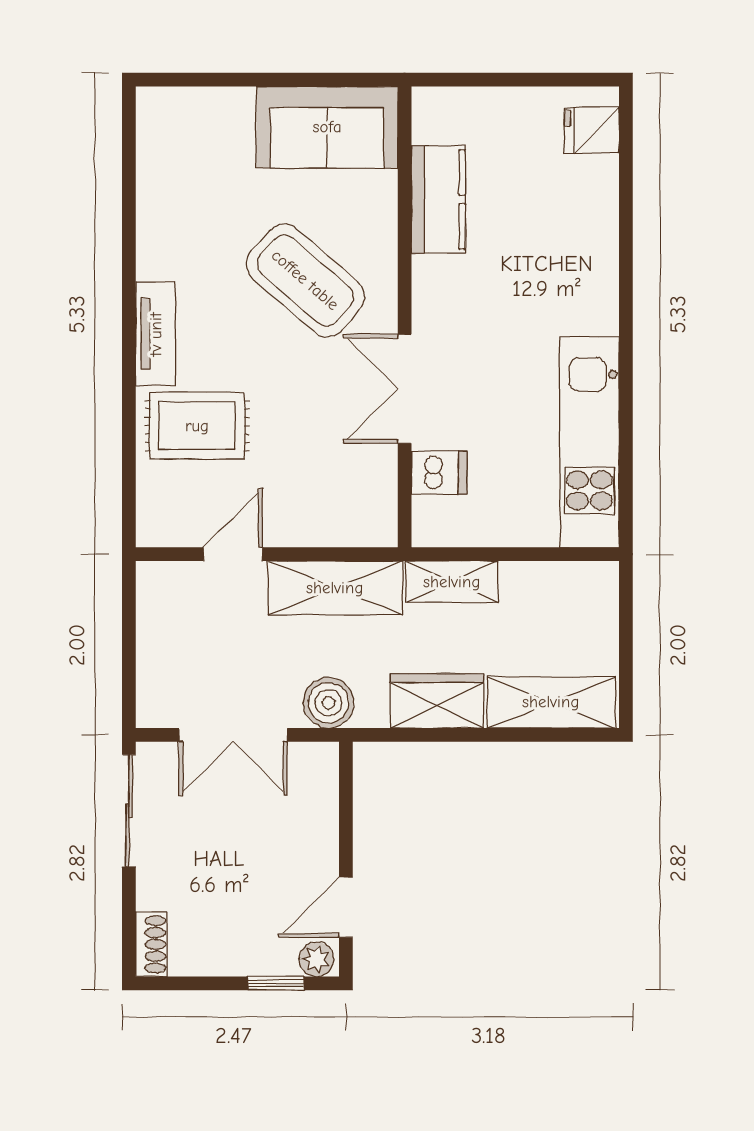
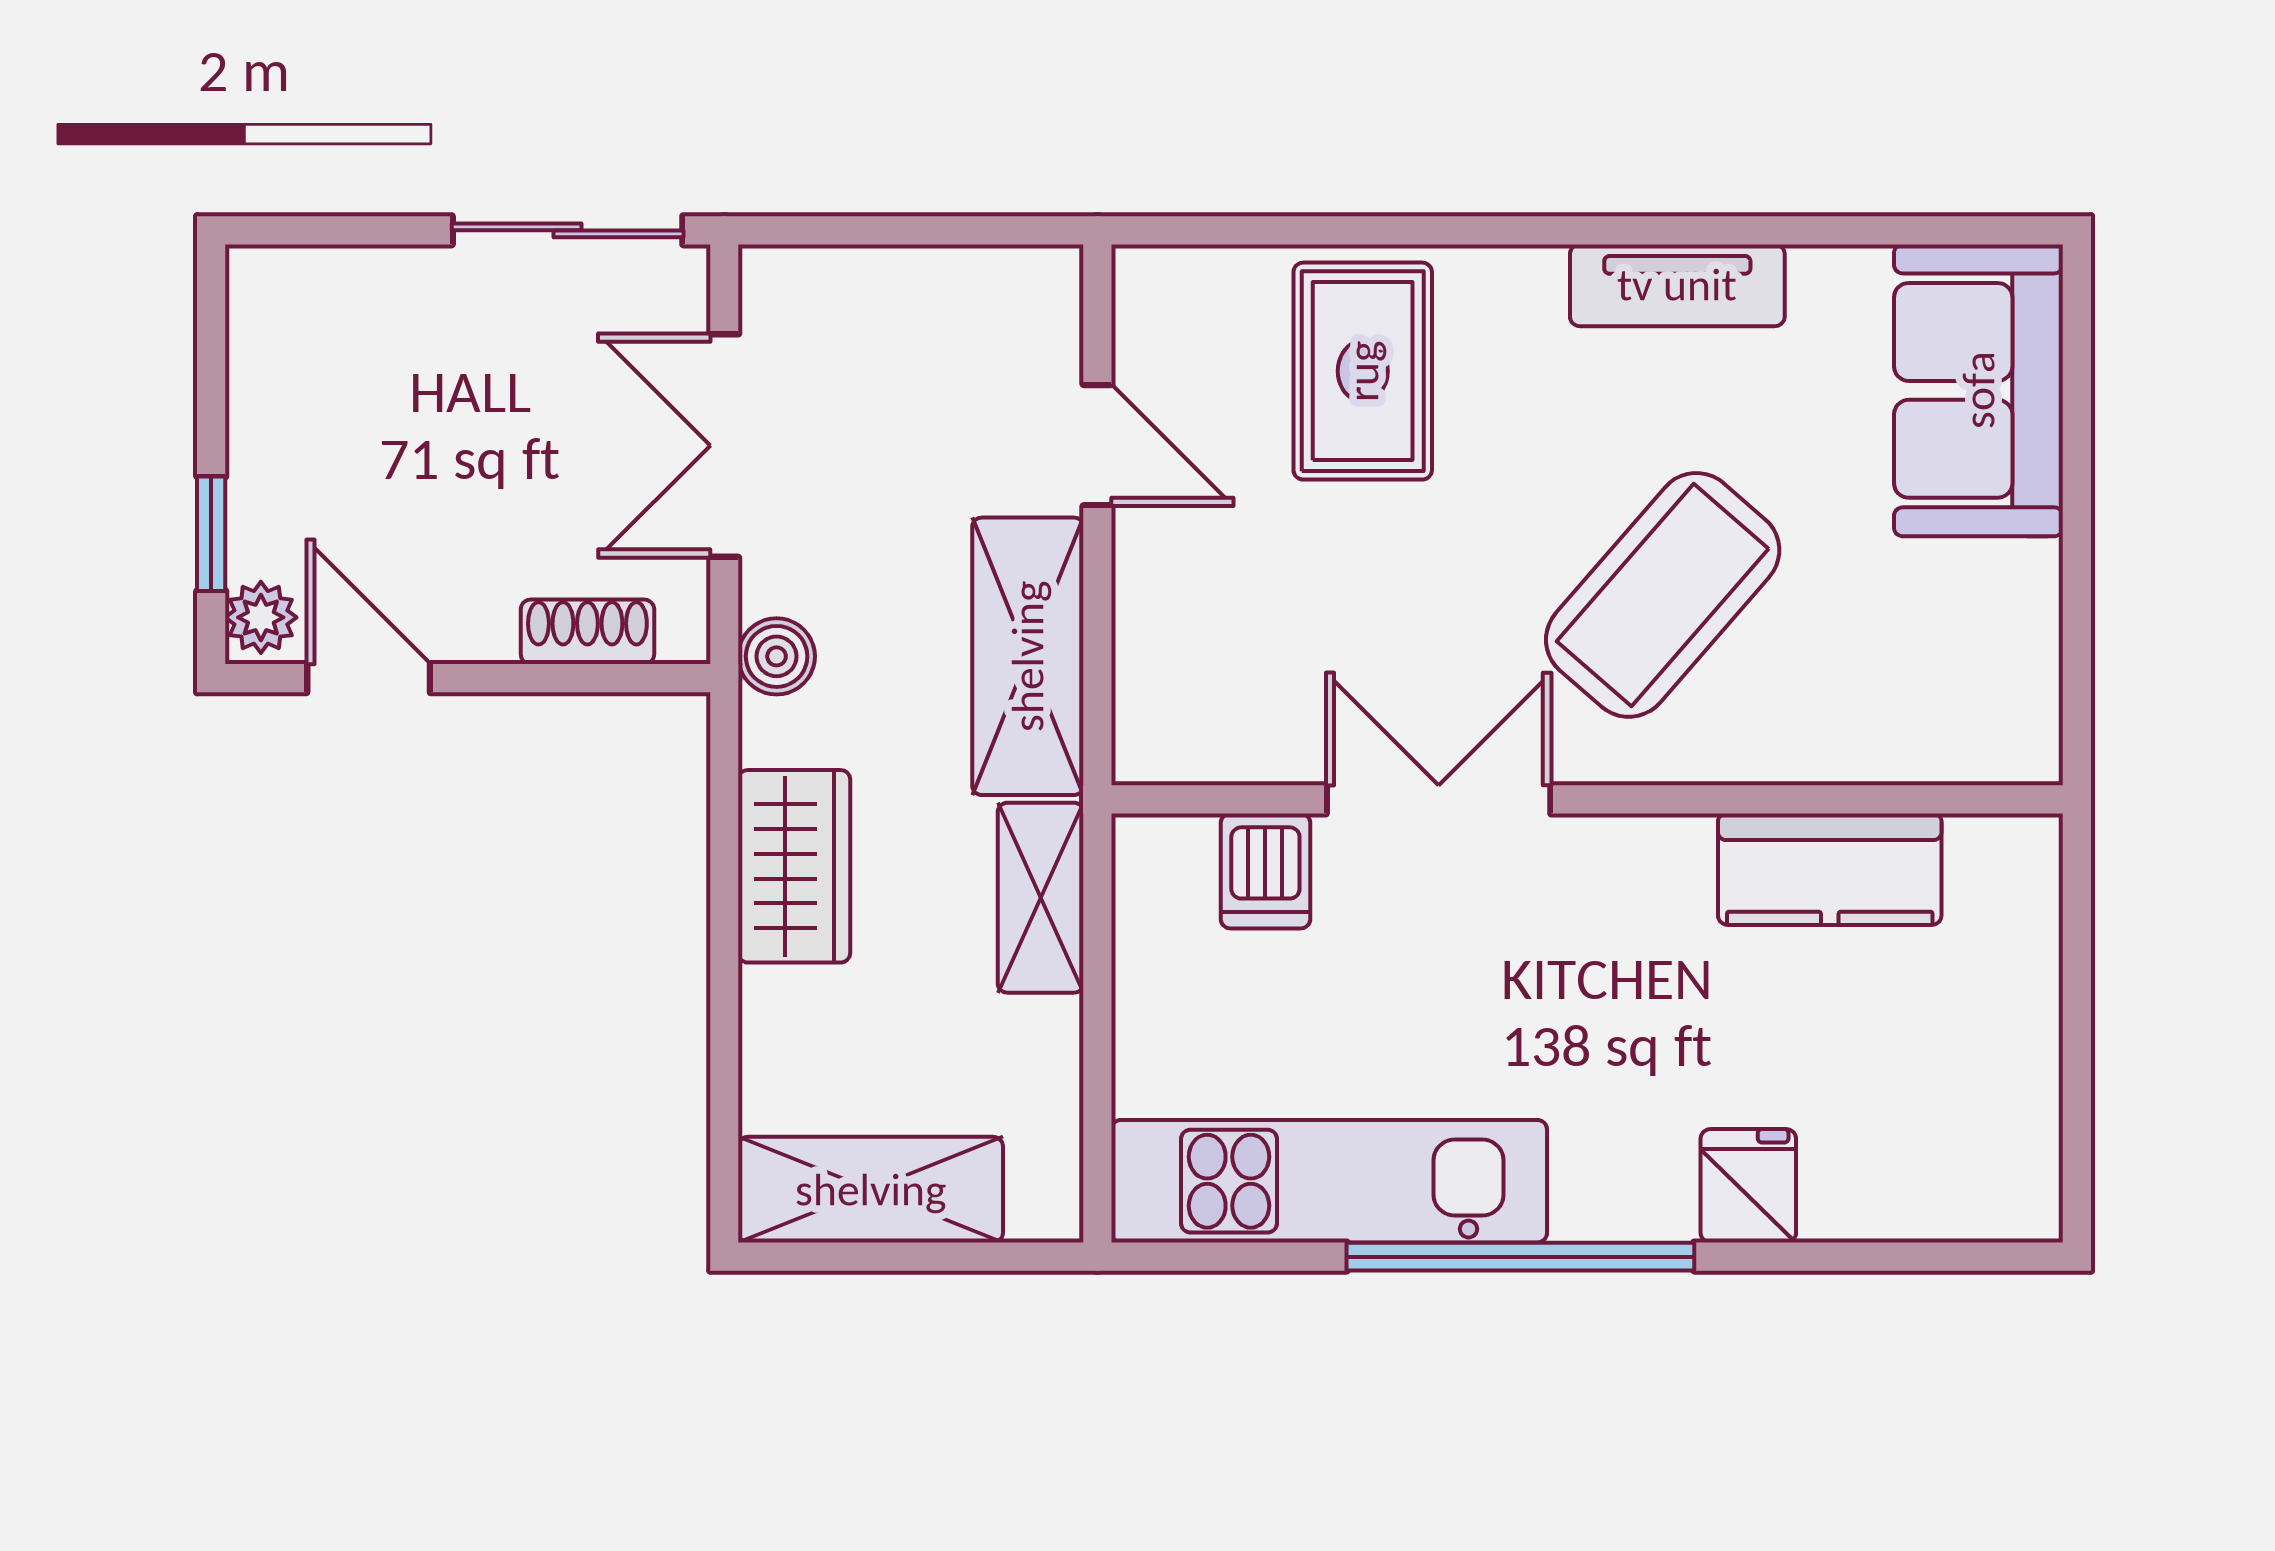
sofa: (327, 127) -> (1979, 390), moved
fridge: (592, 130) -> (1748, 1186), moved
tv unit: (156, 334) -> (1677, 285), moved
window: (626, 349) -> (1520, 1257), added
shelving: (551, 702) -> (871, 1190), moved, turned 90
boiler: (329, 703) -> (777, 656), width x0.73, depth x0.73
shoe rack: (151, 944) -> (587, 632), moved, turned 180

